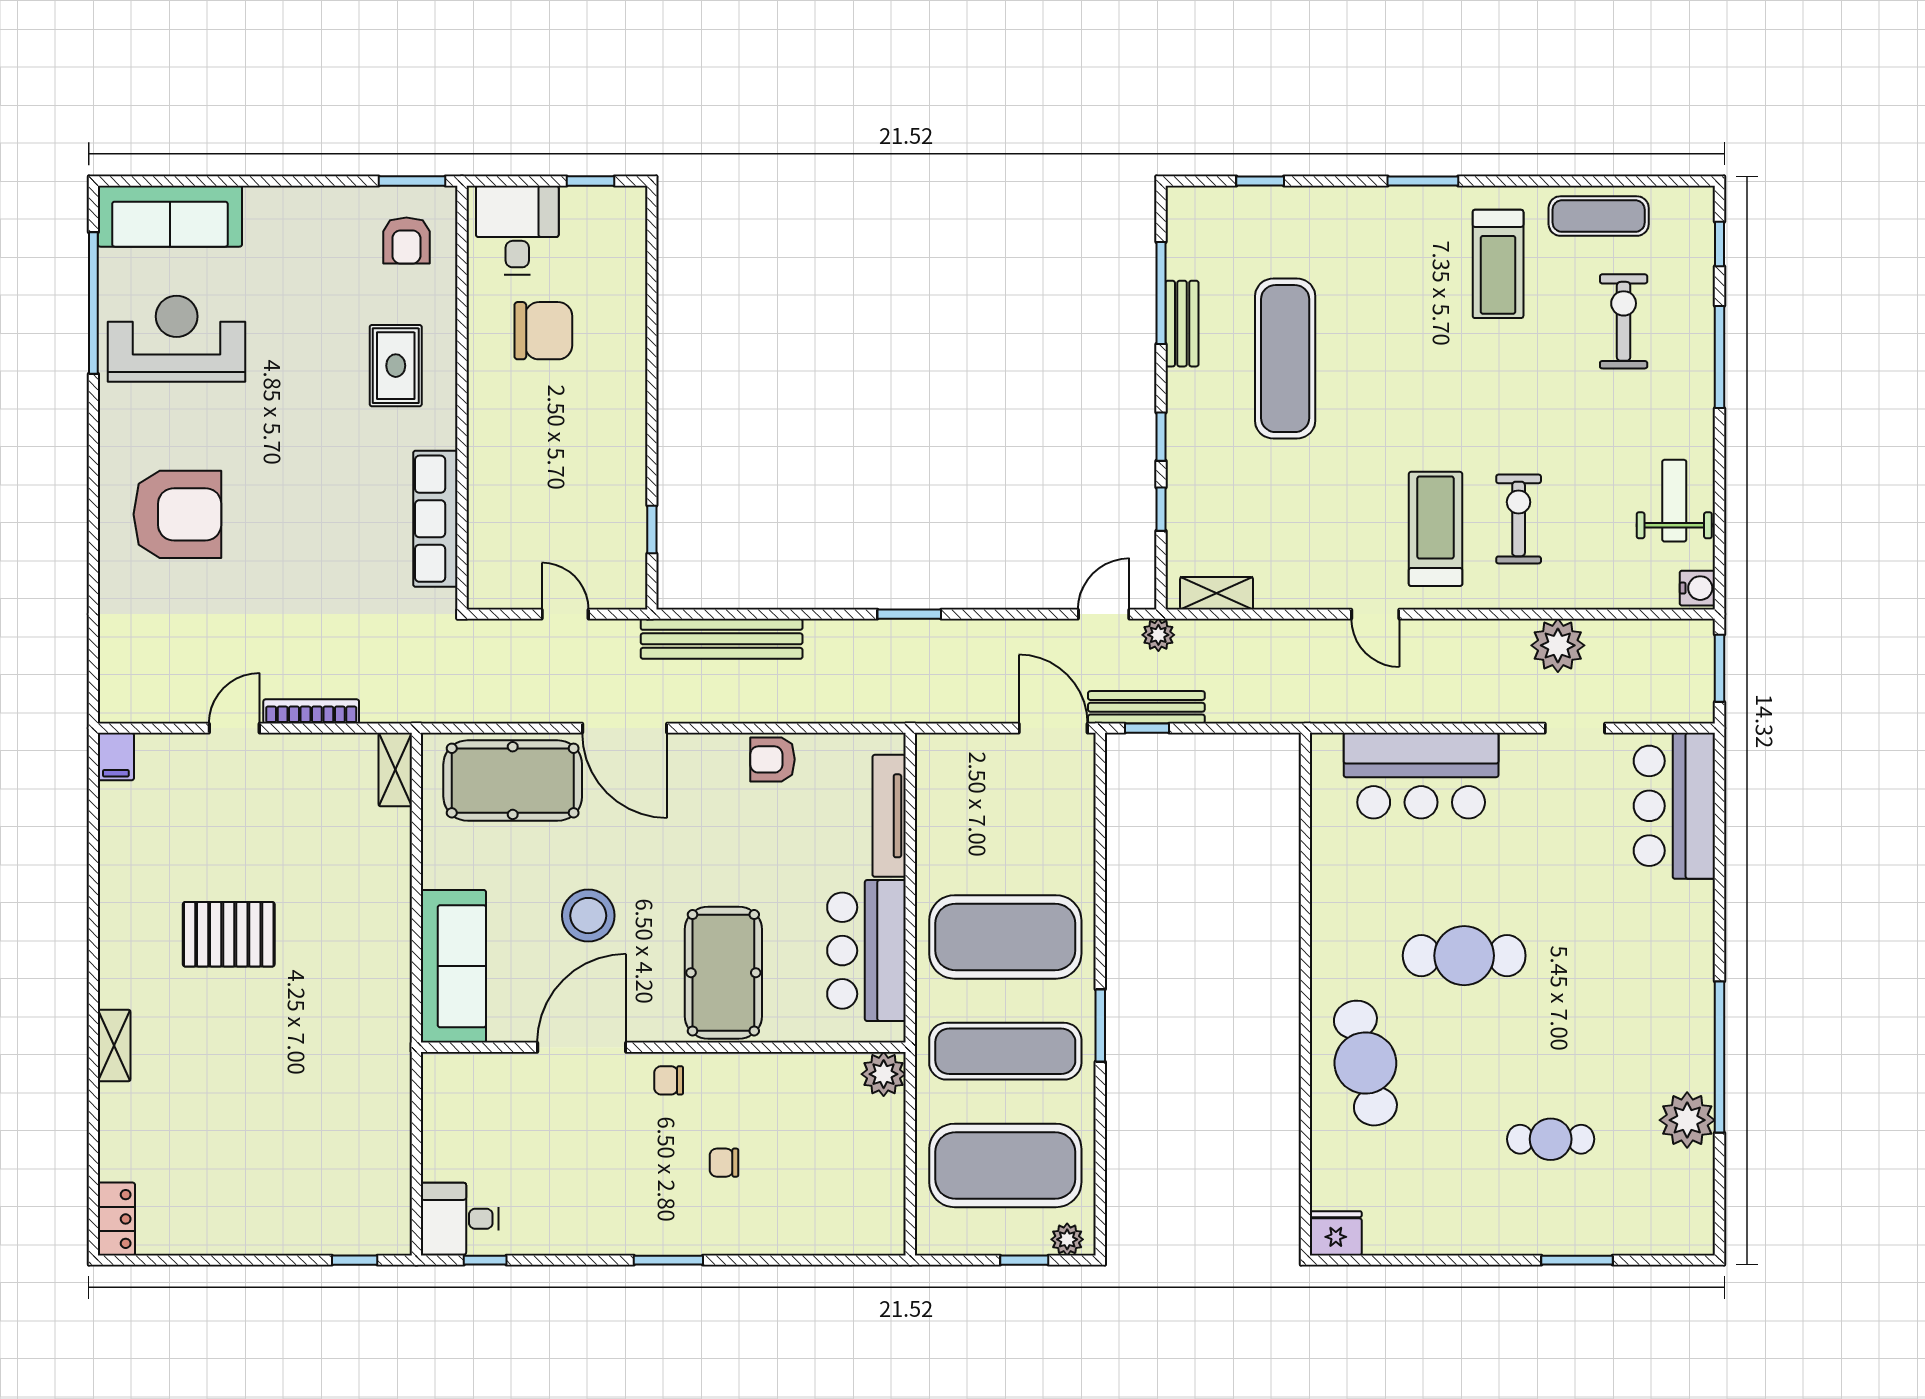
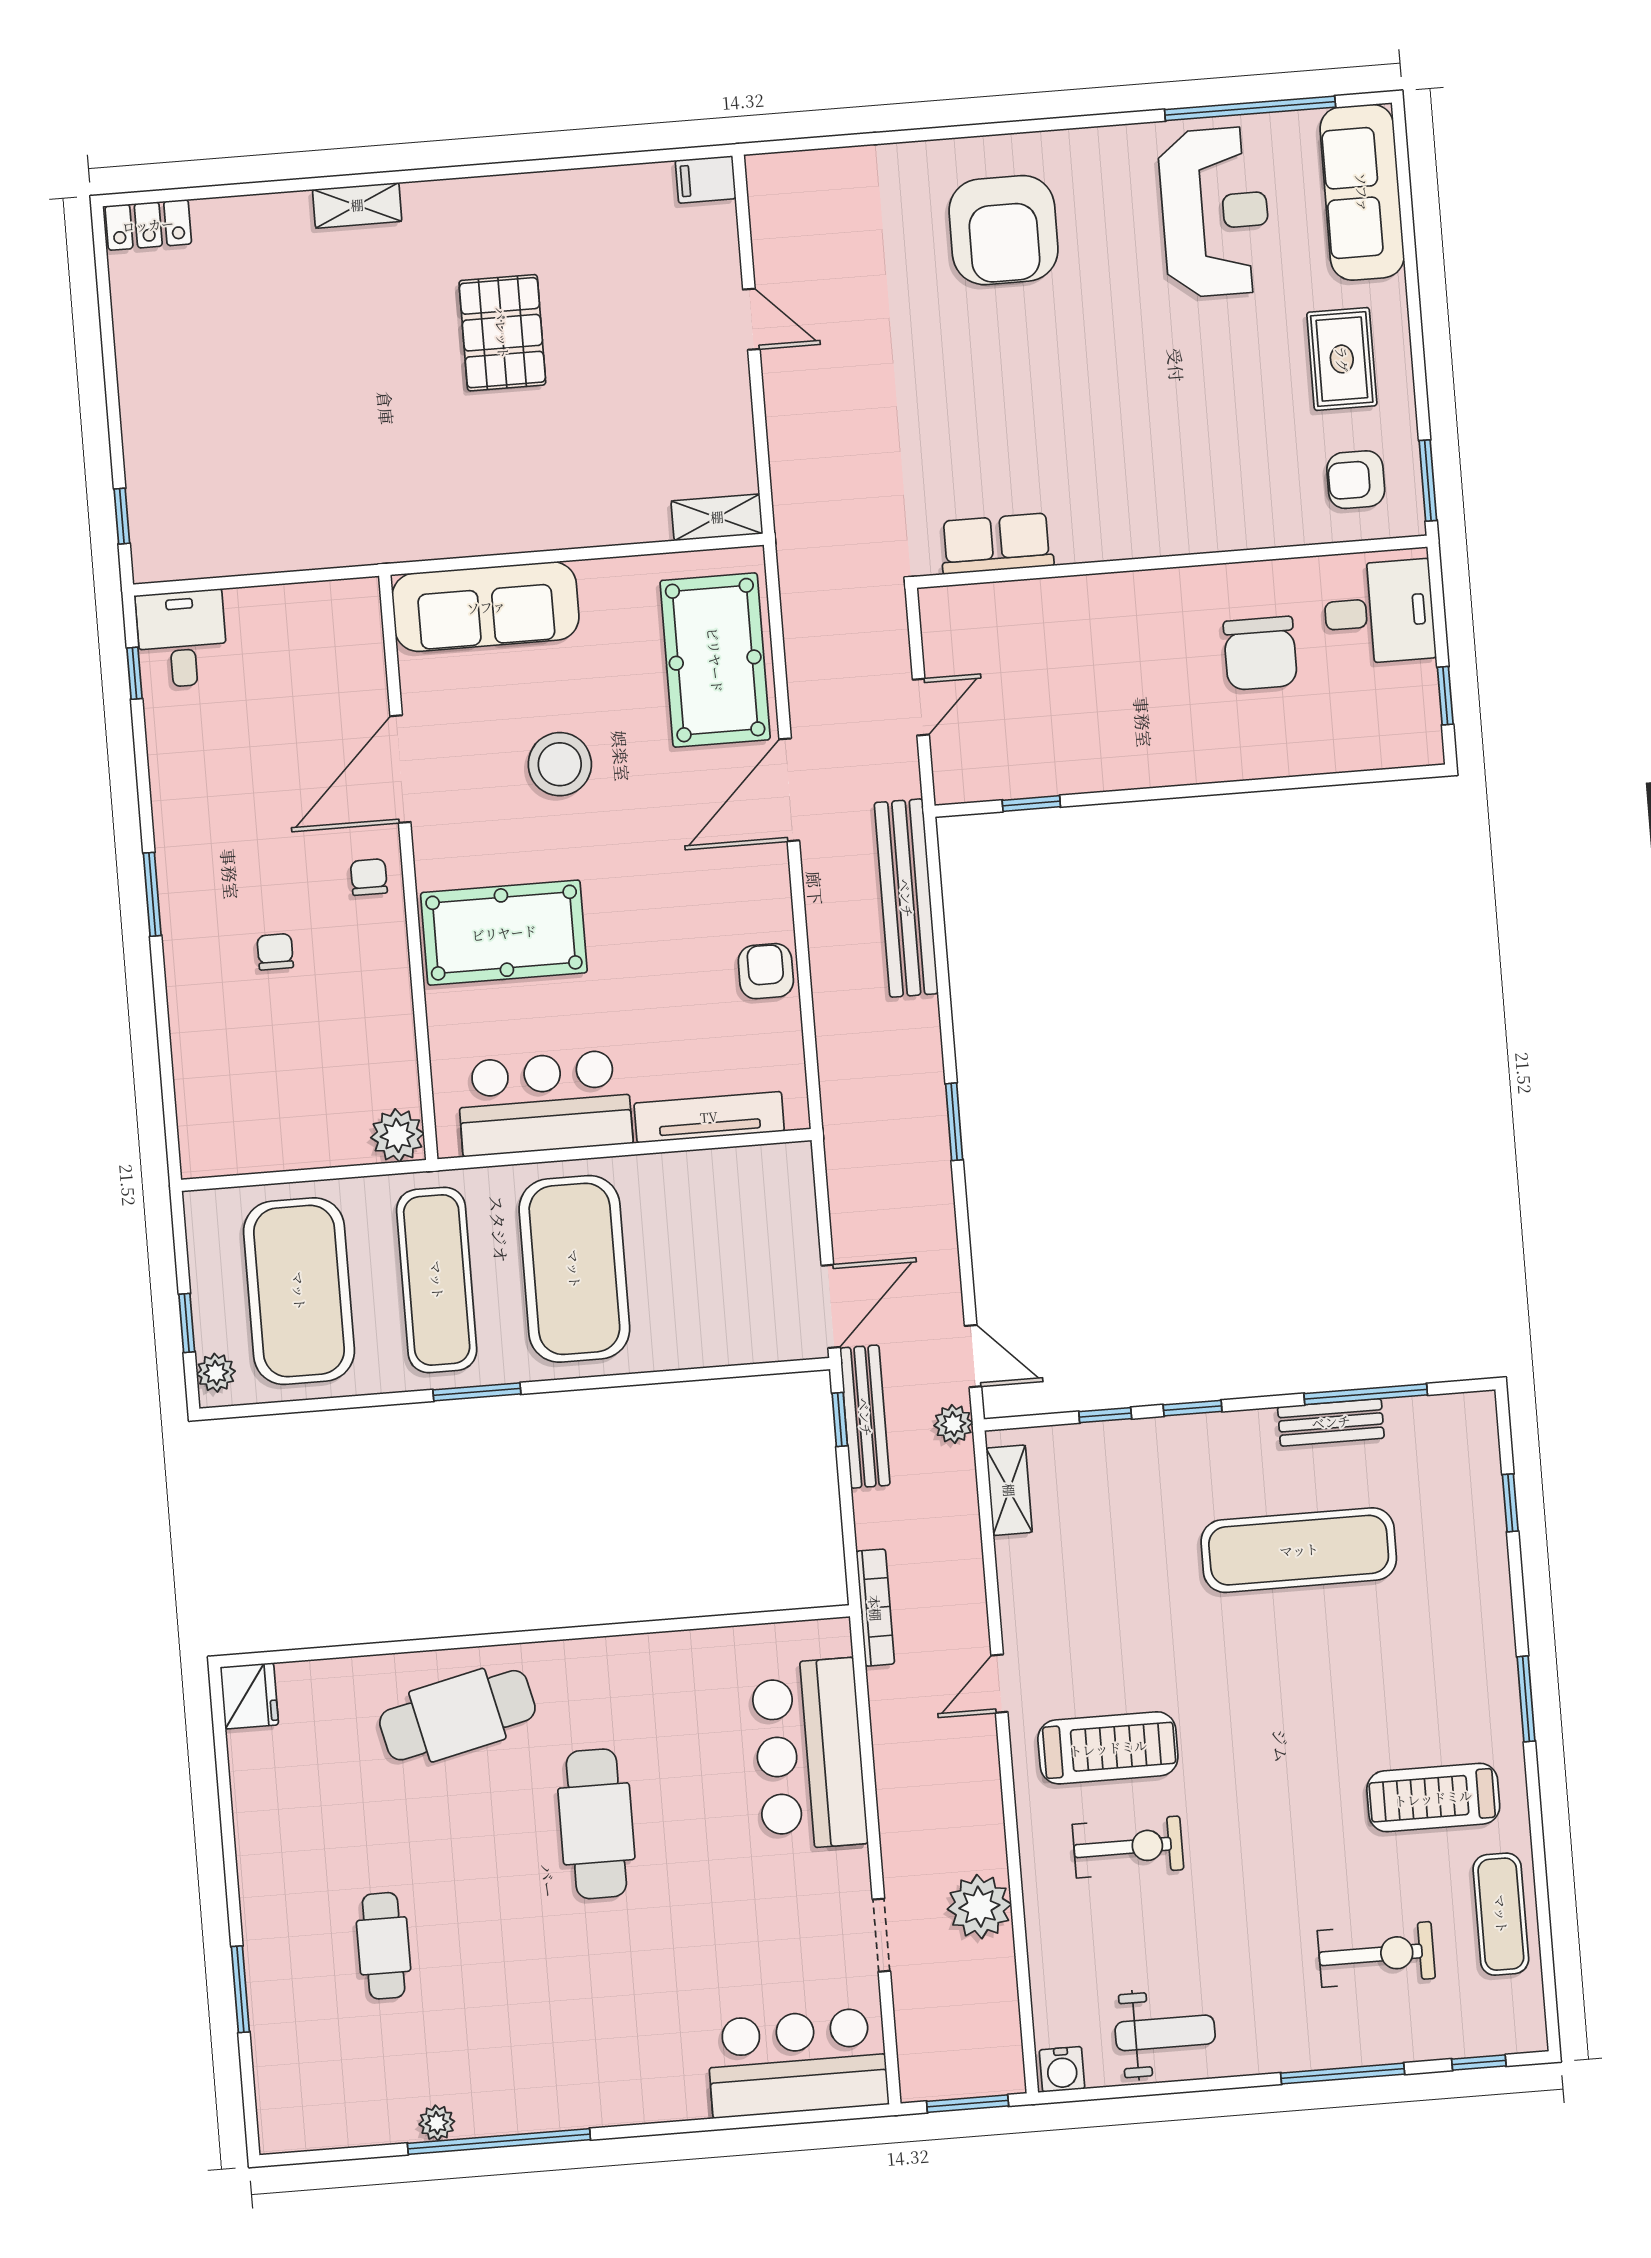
rug: (396, 366) -> (1342, 359), moved, turned 90
row of seats: (435, 519) -> (997, 544), width x0.68
bookcase: (311, 711) -> (875, 1608), moved
door: (582, 1047) -> (400, 769), swing flipped
plant: (1687, 1120) -> (437, 2123), width x0.53, depth x0.53

